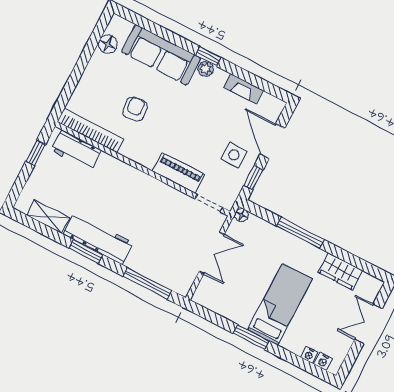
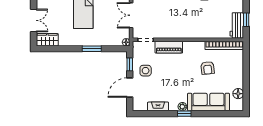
door: (272, 141) -> (130, 88), swing flipped
workbench: (76, 150) -> (237, 25), moved, turned -90
window: (300, 233) -> (92, 49), width x0.69
wardrobe: (340, 271) -> (47, 40), moved

